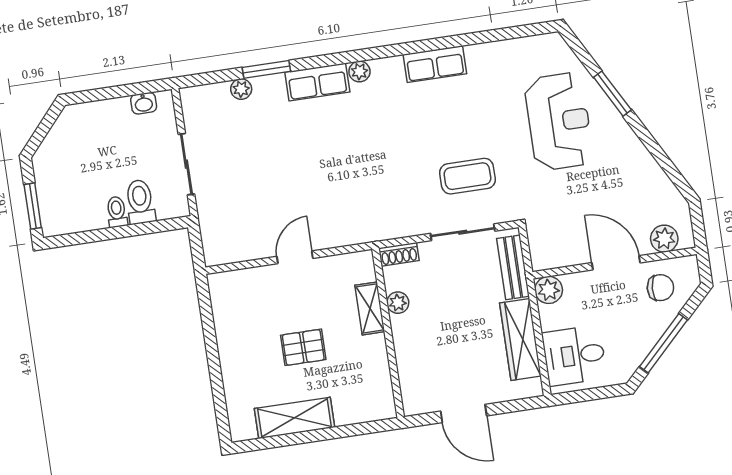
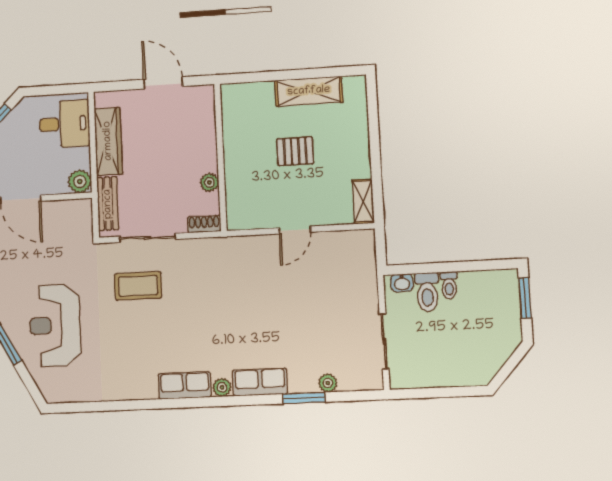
row of seats: (435, 64) -> (185, 385), moved
washbasin: (144, 103) -> (402, 283), moved, turned 180
sliding door: (186, 164) -> (384, 341), moved
shelving: (370, 308) -> (363, 201), moved

